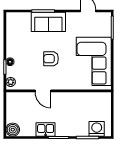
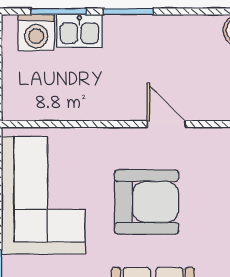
armchair: (51, 59) -> (147, 202), width x1.88, depth x1.88
kitchen sink: (46, 129) -> (79, 31), moved

